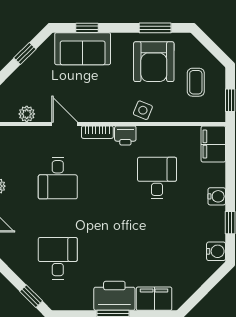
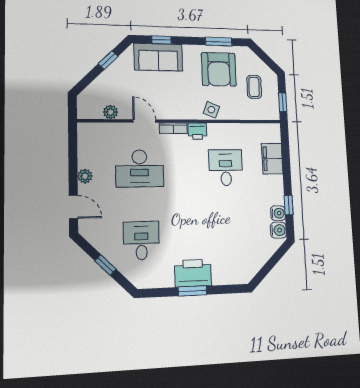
filing cabinet: (213, 144) -> (272, 159), moved
desk: (58, 178) -> (140, 168), width x1.37
water cooler: (217, 196) -> (278, 213), moved
window: (31, 296) -> (106, 265), moved
filing cabinet: (154, 299) -> (228, 274), removed

